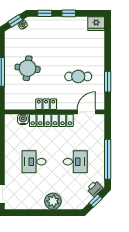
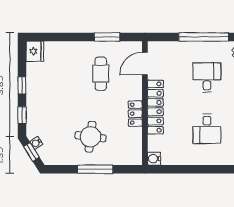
door: (86, 112) -> (145, 64), hinge flipped
water cooler: (23, 119) -> (154, 159), moved

